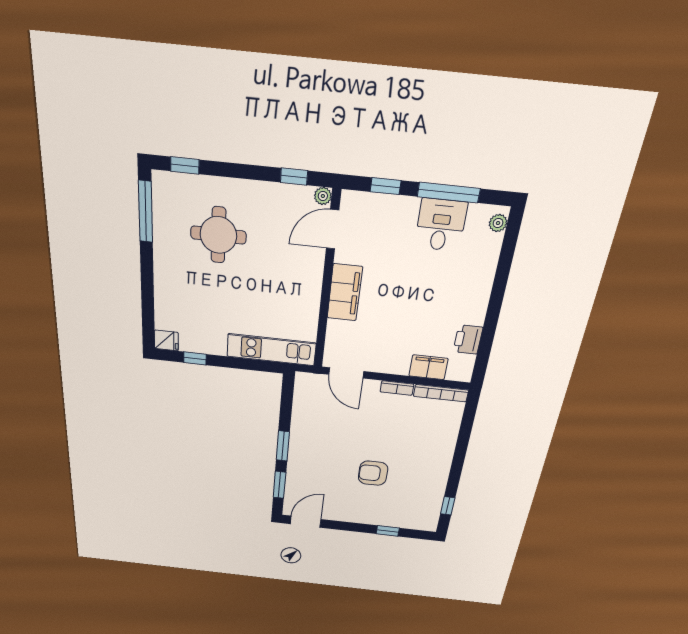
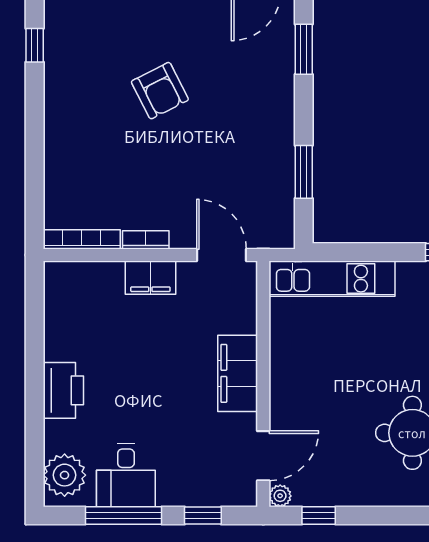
plant: (498, 223) -> (65, 475), width x1.87, depth x1.87
printer: (468, 340) -> (63, 390), moved, width x1.37, depth x1.19
filing cabinet: (428, 367) -> (150, 278), moved
window: (283, 446) -> (304, 172), moved
armchair: (373, 473) -> (160, 91), turned 63

